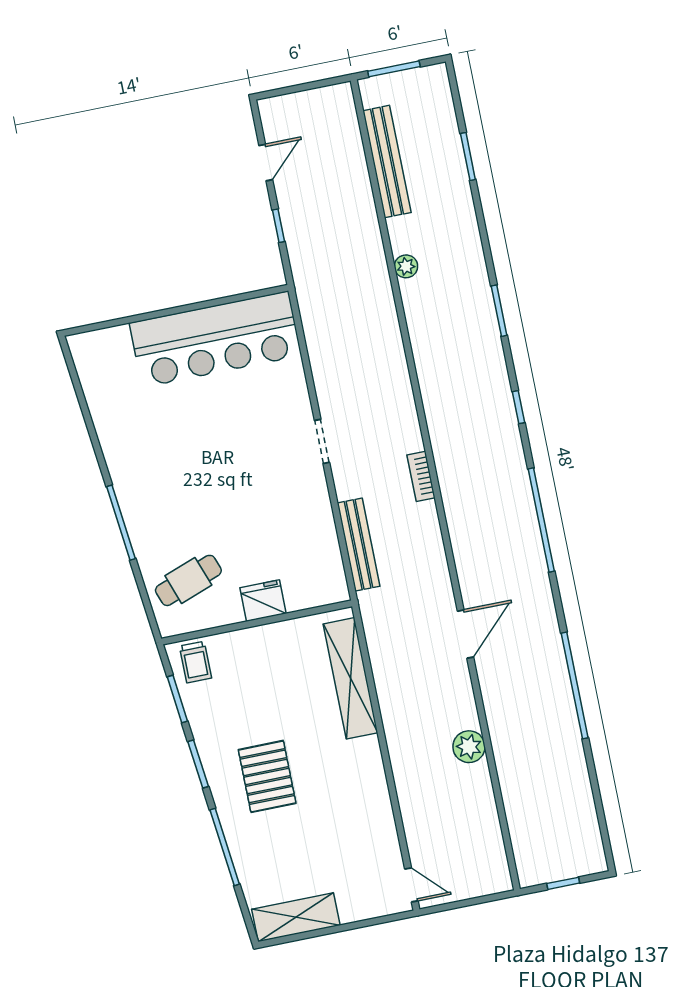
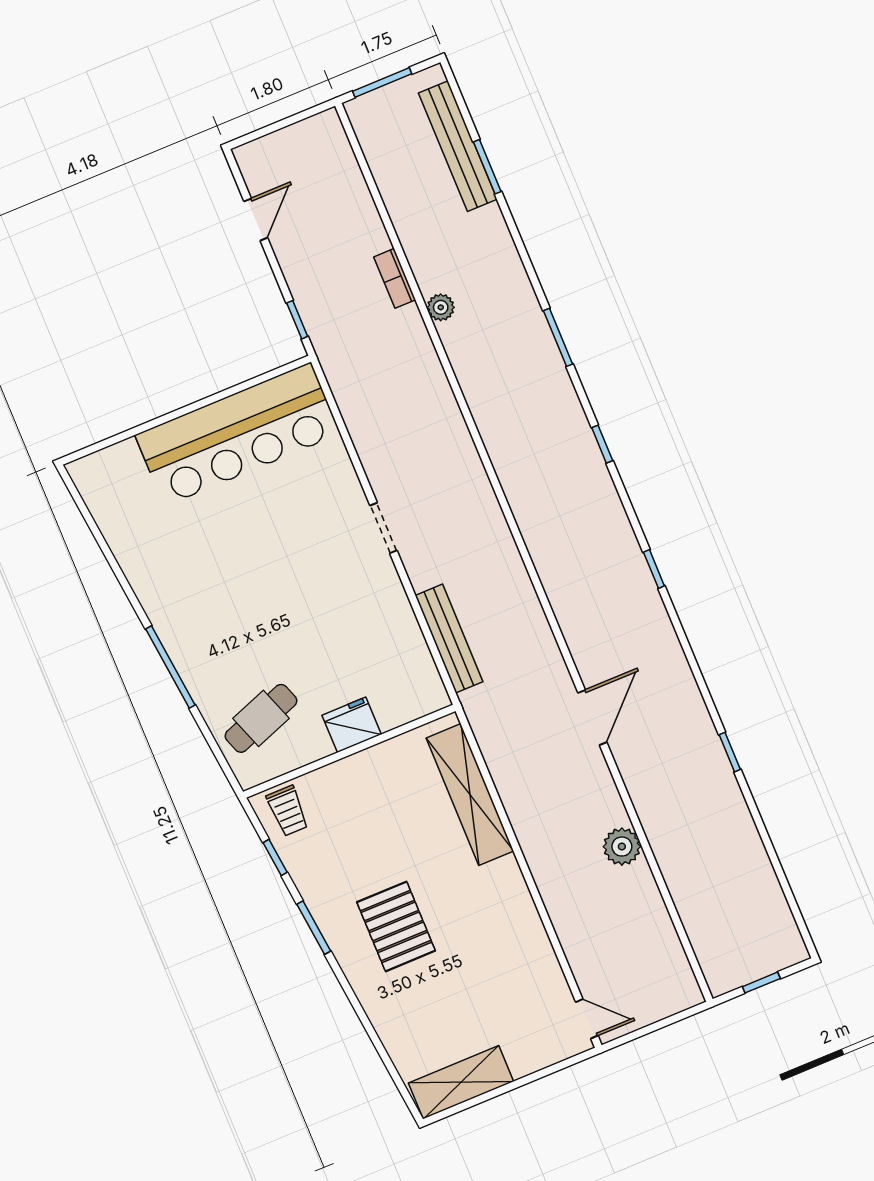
bench: (387, 162) -> (458, 146), moved
window: (278, 226) -> (297, 320), moved
bookcase: (421, 476) -> (395, 278), moved
window: (541, 520) -> (654, 569), width x0.32
window: (575, 685) -> (730, 752), width x0.32
window: (177, 699) -> (275, 857), width x0.67
window: (225, 847) -> (363, 1017), removed

